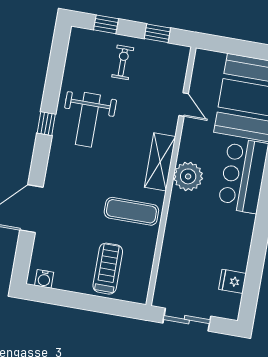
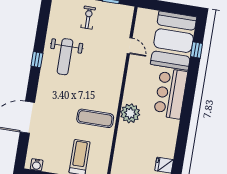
shelving: (160, 162) -> (114, 85), removed
plant: (188, 176) -> (130, 113), moved

